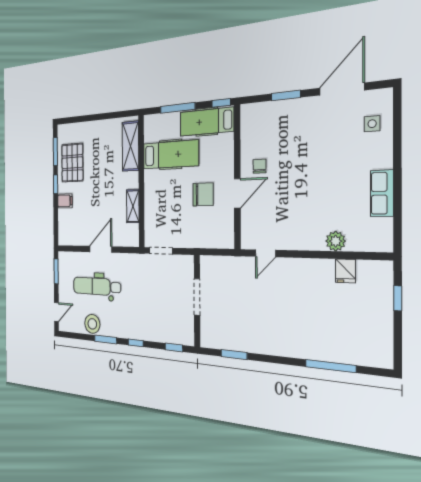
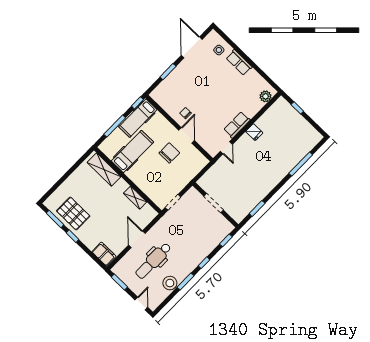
row of seats: (382, 193) -> (239, 62), moved
filing cabinet: (65, 201) -> (104, 254), moved, width x2.00
row of seats: (303, 240) -> (237, 125), added
plant: (336, 241) -> (265, 96), moved
fridge: (345, 271) -> (254, 132), moved

